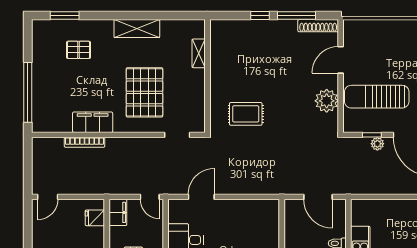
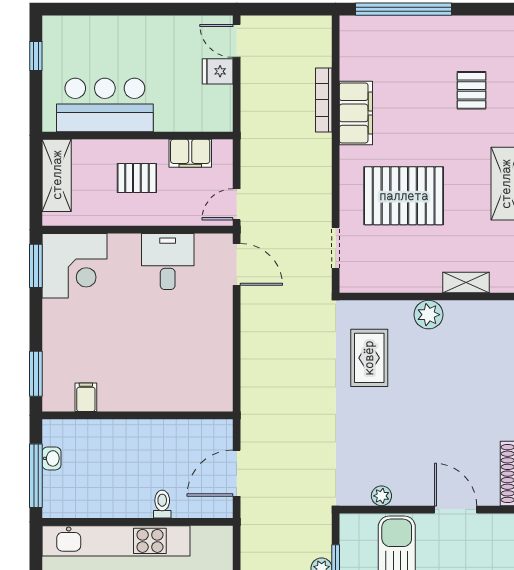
plant: (219, 77) -> (428, 315), added
plant: (327, 101) -> (381, 496), width x0.53, depth x0.53
door: (201, 197) -> (237, 264), moved
filing cabinet: (118, 212) -> (190, 153), moved
fridge: (95, 218) -> (218, 71), moved, turned -90

